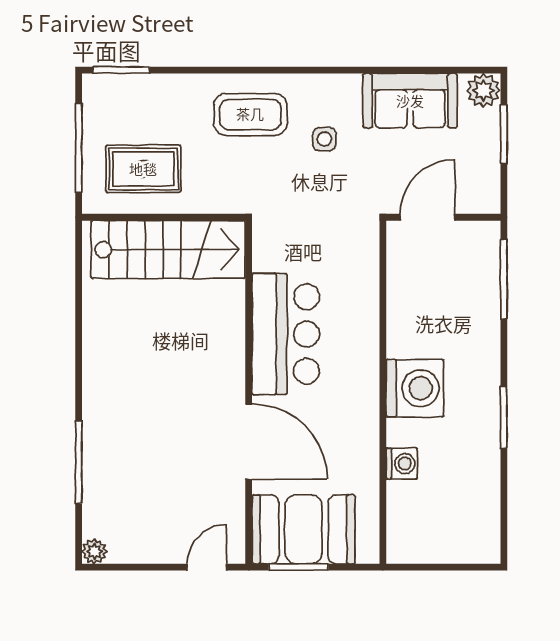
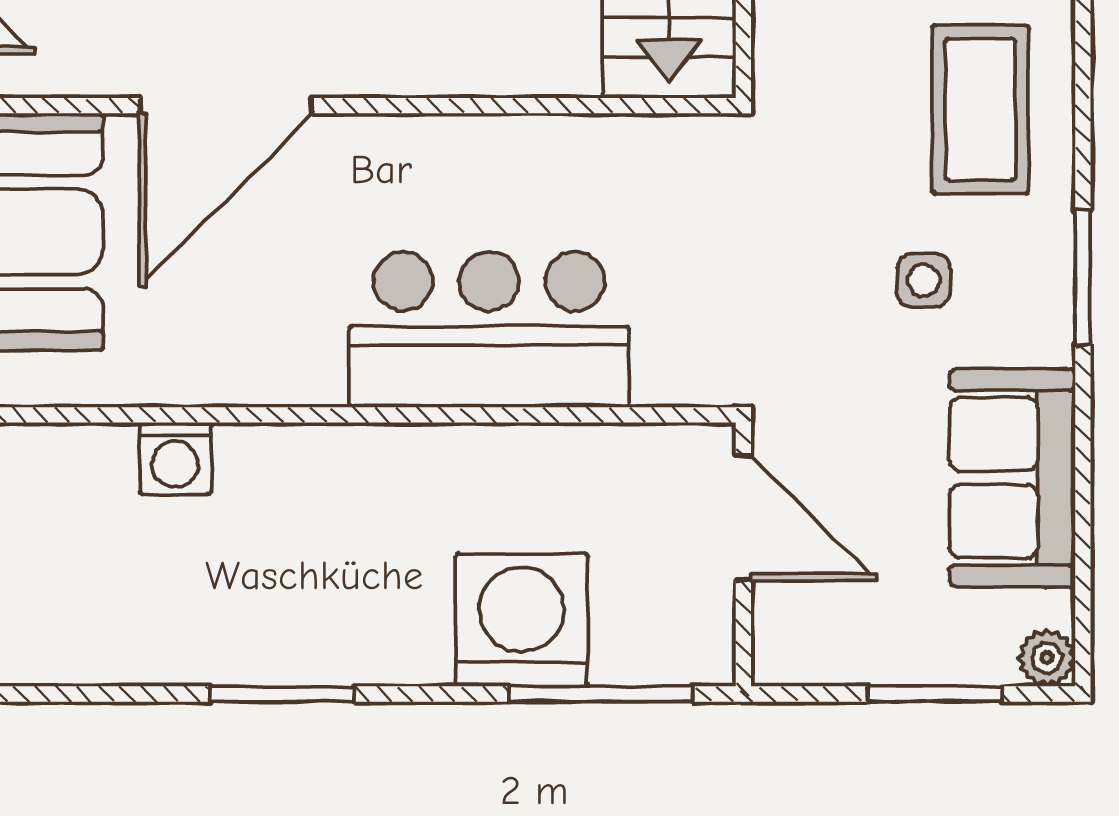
window: (323, 70) -> (1083, 277), added
plant: (484, 90) -> (1047, 658), width x0.73, depth x0.73
bar counter: (286, 334) -> (489, 330), moved, turned 180
washing machine: (415, 388) -> (522, 620), moved, turned 180

